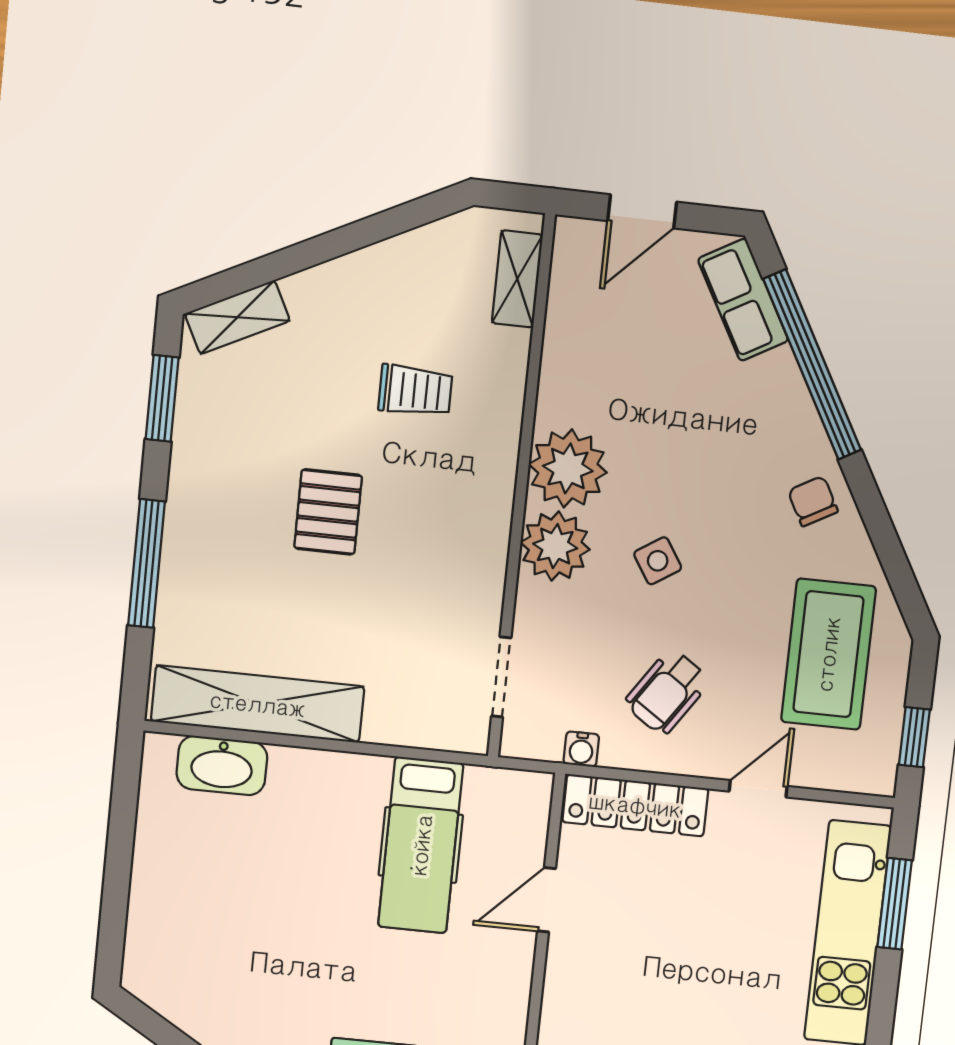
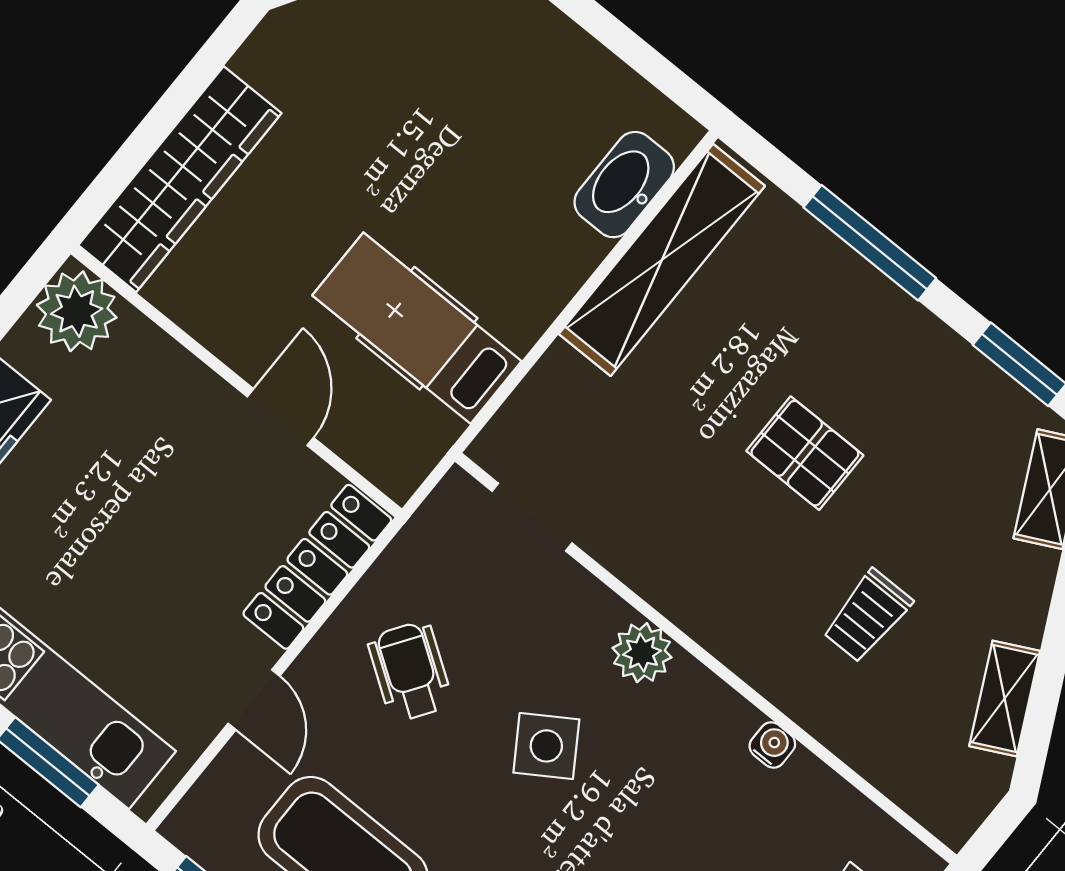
shelving: (517, 279) -> (1005, 698), moved, turned 63
plant: (568, 468) -> (695, 716), removed
plant: (555, 546) -> (642, 653), width x0.73, depth x0.73
side table: (658, 561) -> (546, 746), width x1.37, depth x1.37
water cooler: (581, 749) -> (772, 745), moved, turned 90

